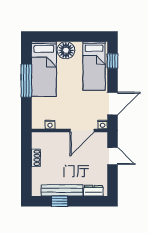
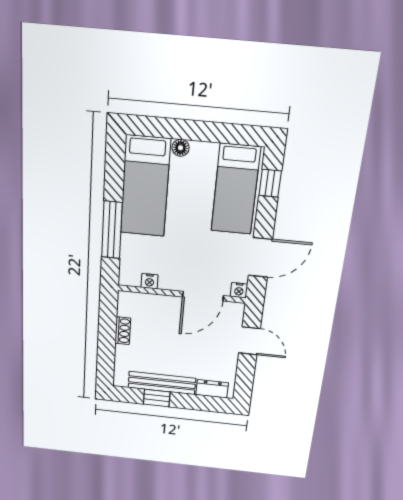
floor lamp: (66, 50) -> (181, 148), width x0.53, depth x0.53
window: (26, 81) -> (112, 230), moved

